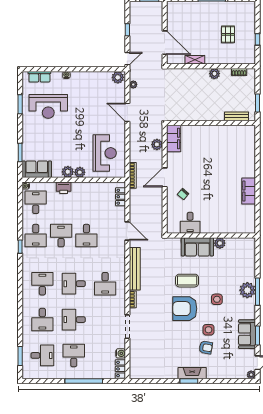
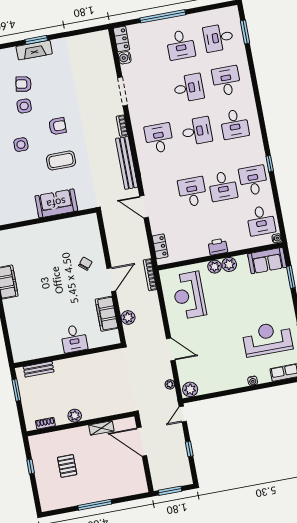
filing cabinet: (174, 138) -> (106, 314), moved
printer: (64, 188) -> (218, 247), moved
desk: (190, 223) -> (74, 339), moved, turned 180
plant: (220, 243) -> (30, 213), removed
armchair: (185, 309) -> (57, 126), width x0.53, depth x0.53

